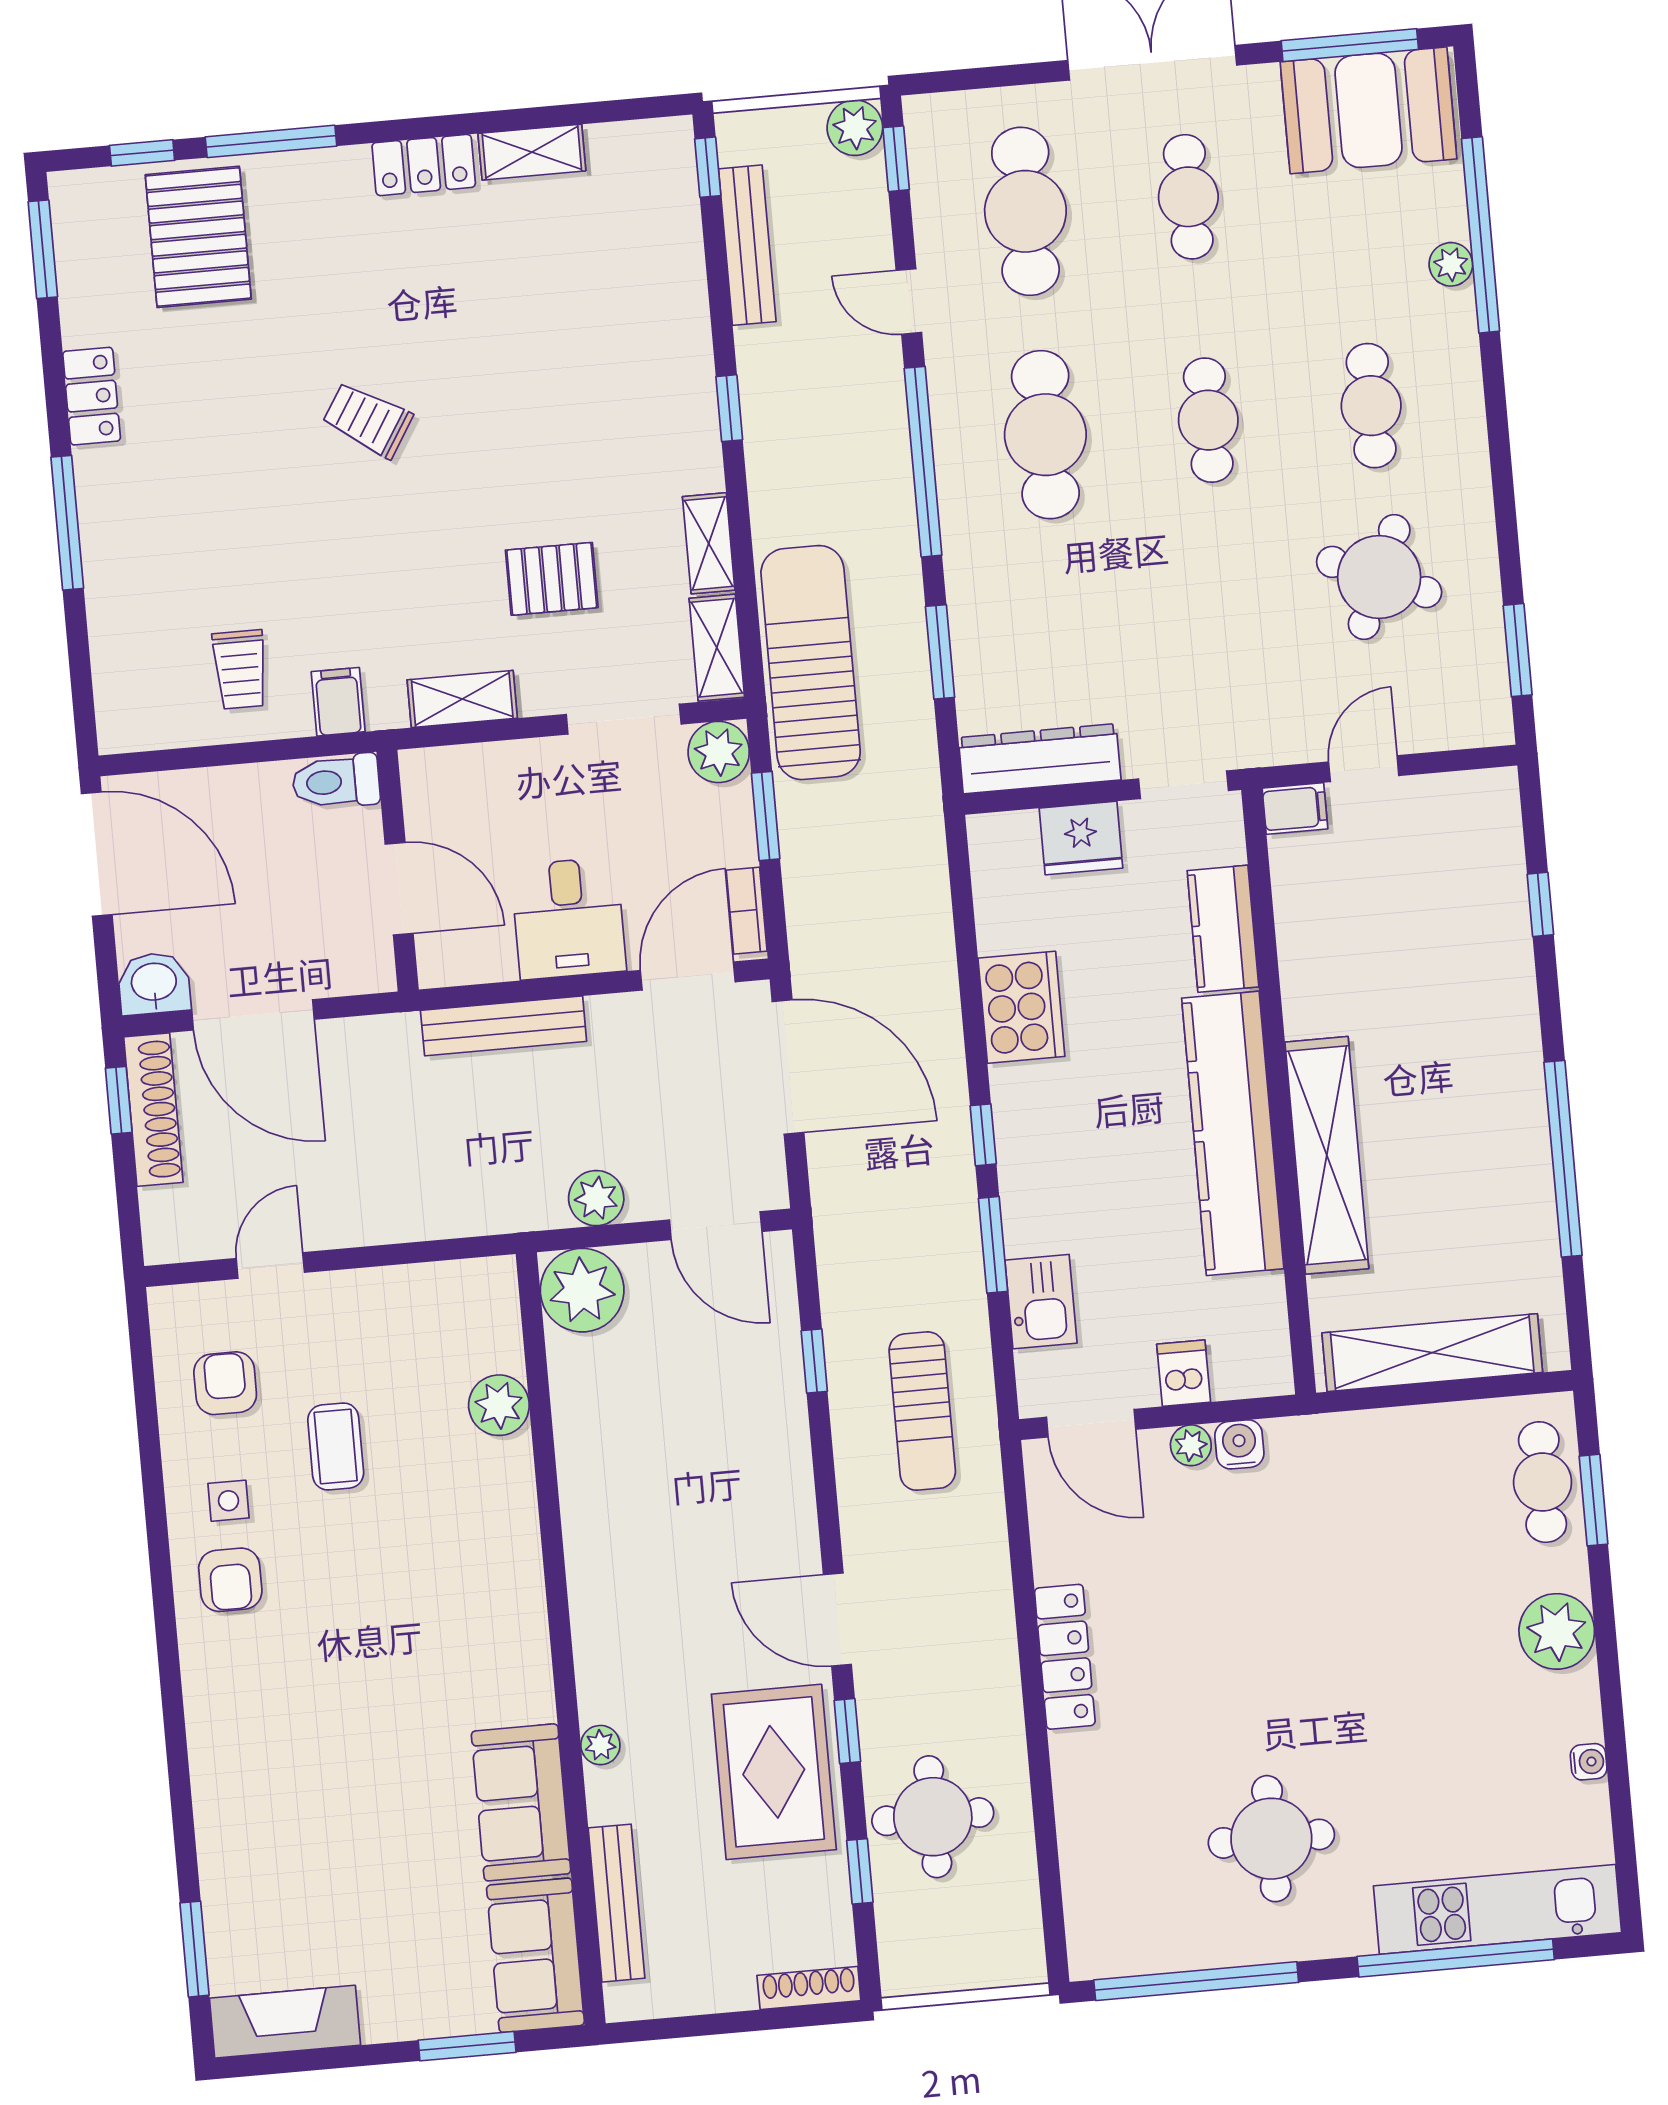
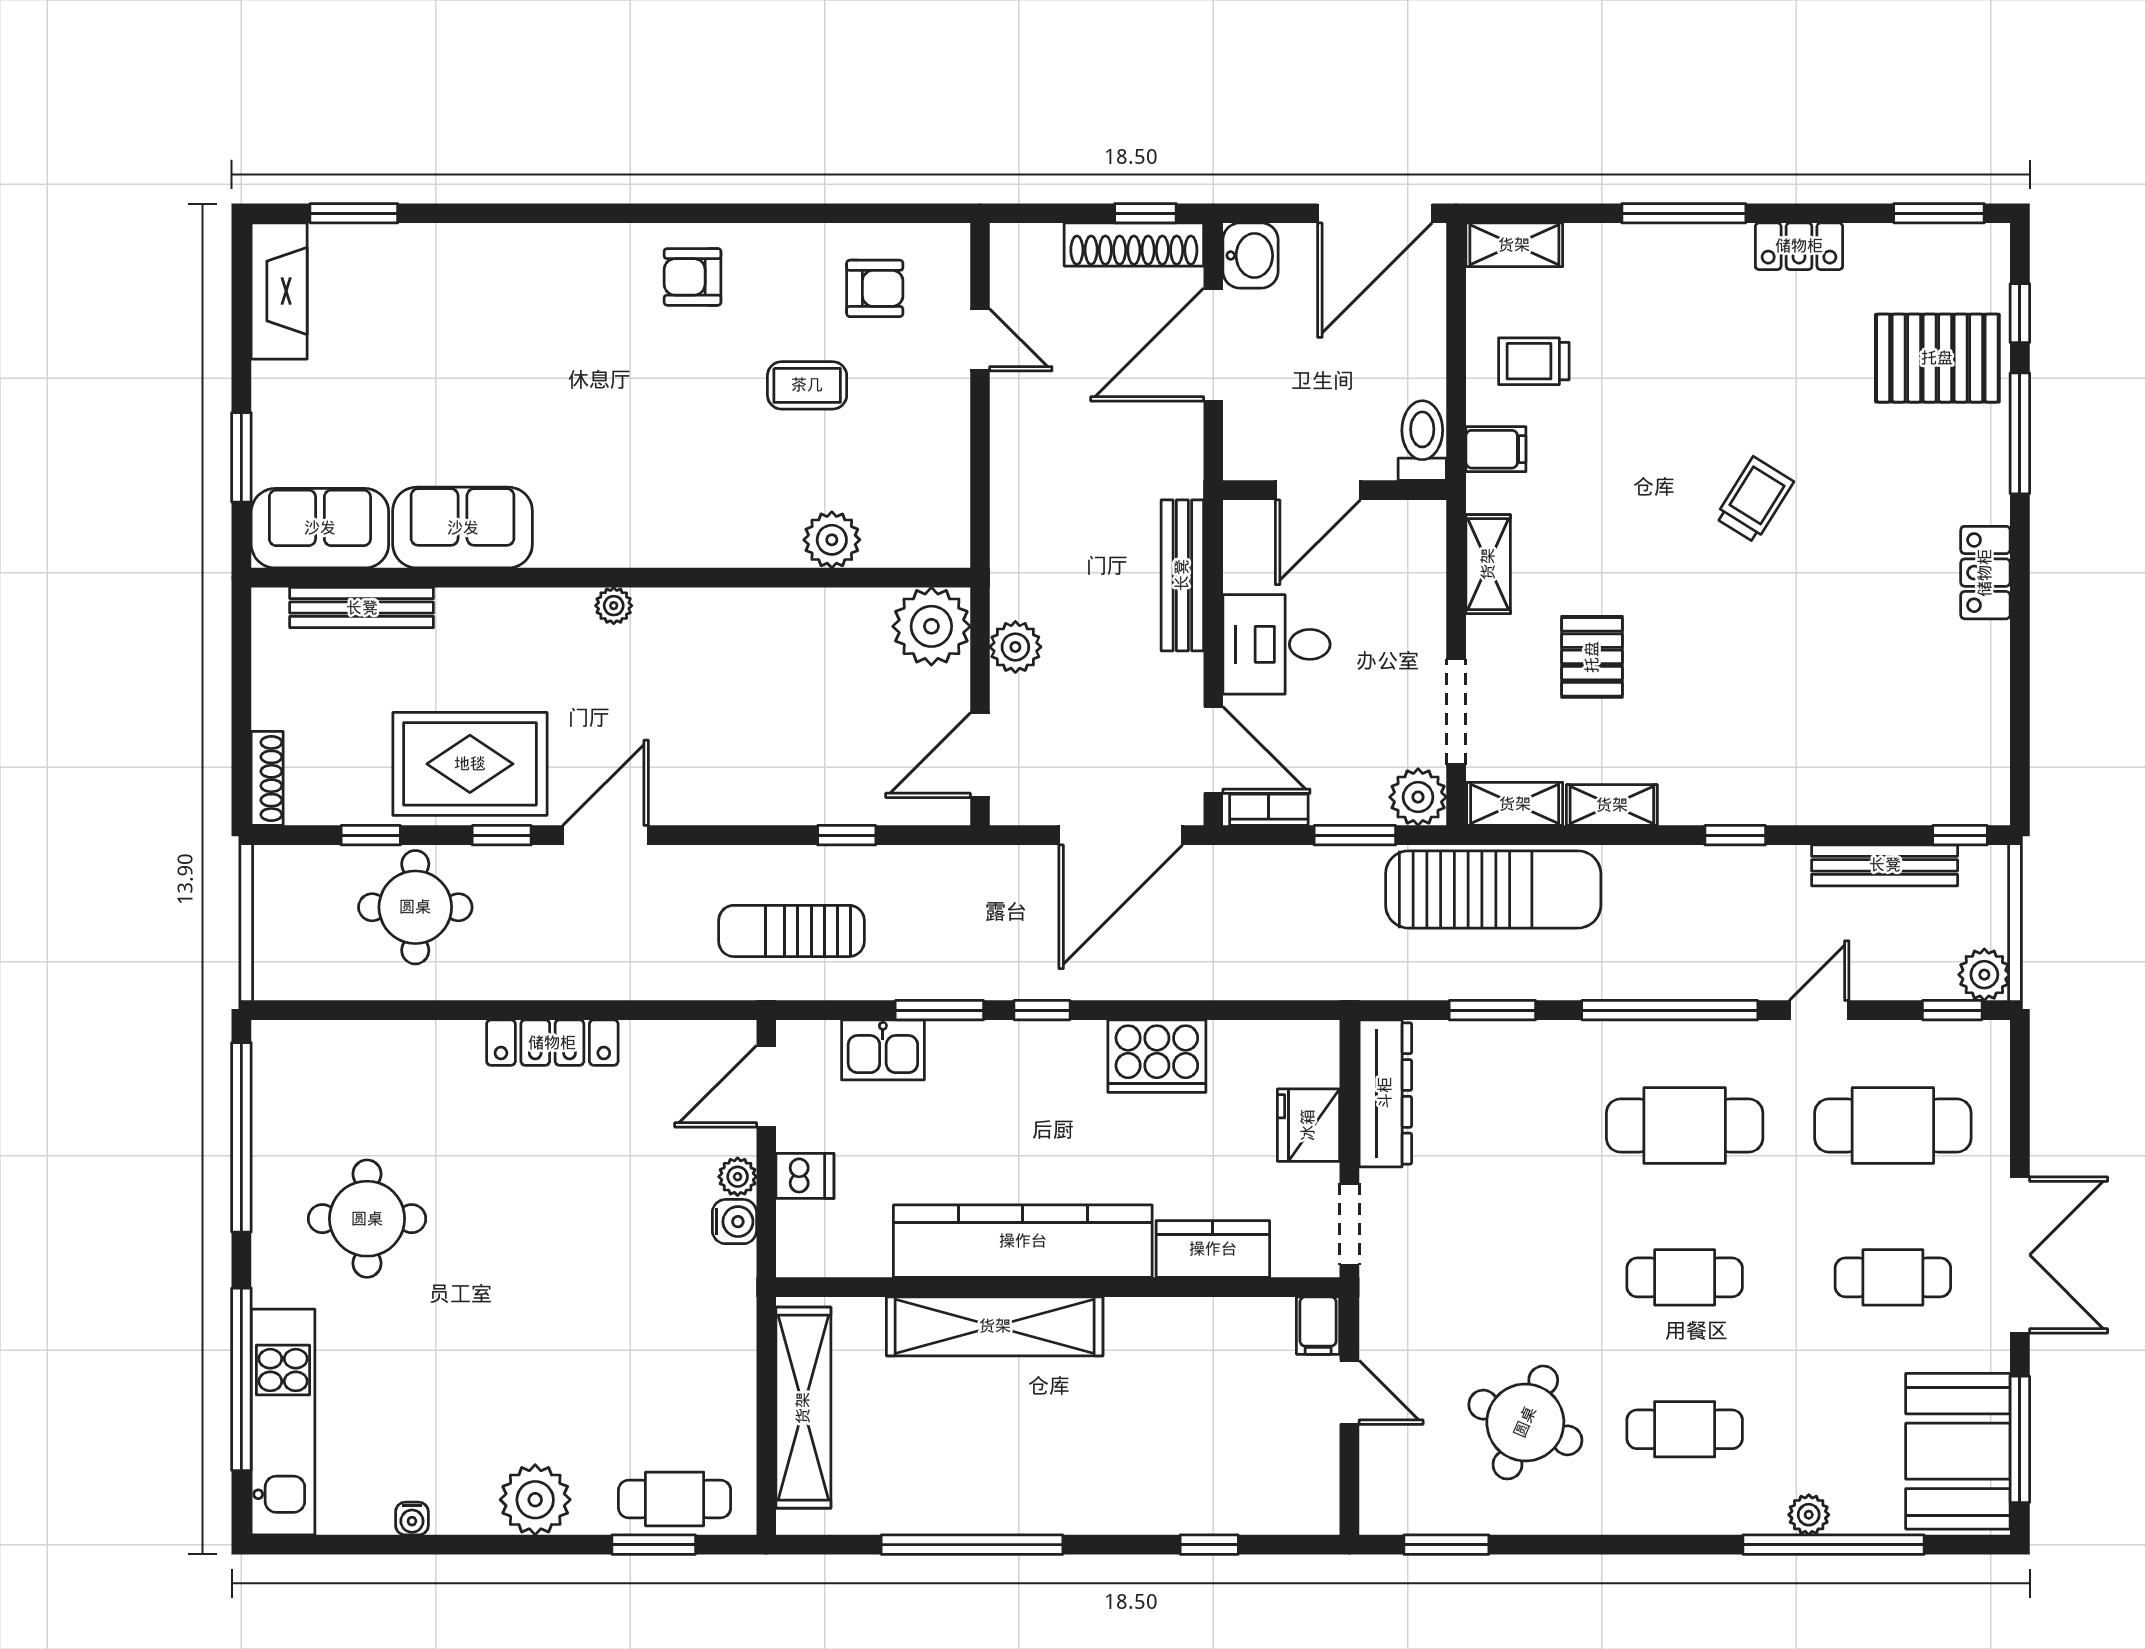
shelving: (532, 152) -> (1514, 245), moved, turned 90
side table: (228, 1501) -> (766, 282), removed
plant: (600, 1745) -> (614, 606), moved

